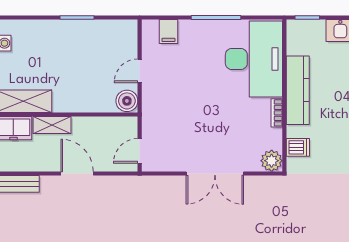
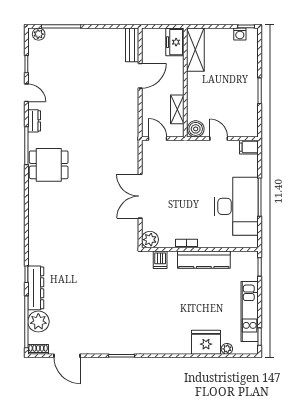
filing cabinet: (168, 31) -> (249, 147), moved
desk: (254, 59) -> (236, 206), moved, turned -90
shelving: (52, 125) -> (177, 109), moved
door: (77, 174) -> (140, 76), moved

